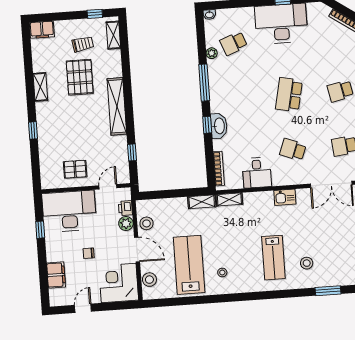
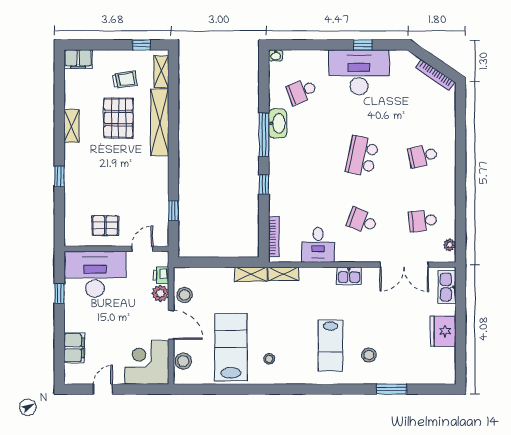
plant: (212, 53) -> (275, 101), removed
shelving: (117, 106) -> (160, 122), moved
washbasin: (219, 126) -> (278, 123), moved
chair: (89, 253) -> (114, 325), removed

